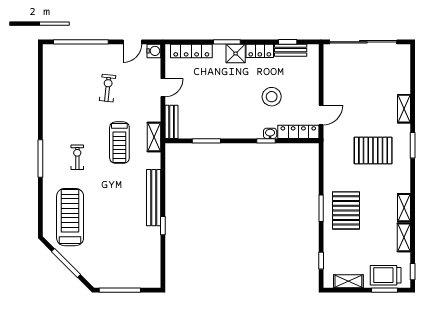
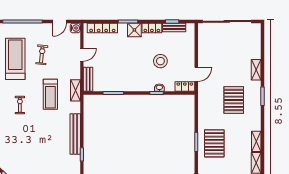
locker: (298, 132) -> (185, 87), width x0.66
pallet: (373, 150) -> (234, 100), turned 90
treadmill: (70, 217) -> (15, 59), moved

